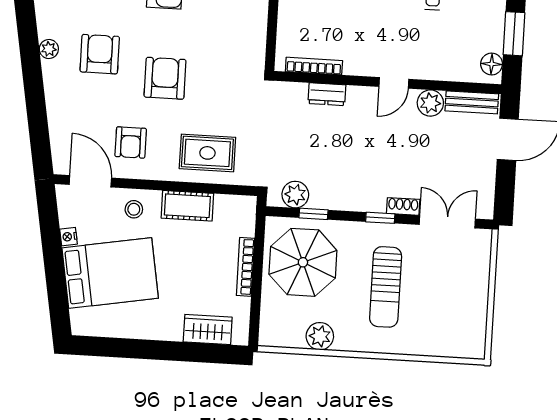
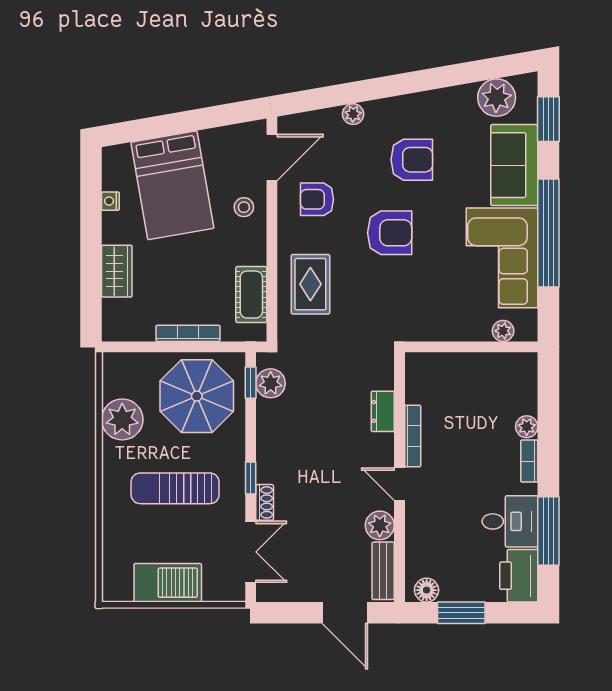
plant: (49, 49) -> (353, 114), moved
bookcase: (314, 66) -> (413, 436), moved
cot: (187, 206) -> (251, 295), moved
window: (314, 214) -> (251, 383), moved
nightstand: (69, 237) -> (110, 201), moved, turned -80
barbecue: (471, 299) -> (168, 583), added
wardrobe: (208, 329) -> (117, 271), moved
plant: (320, 336) -> (122, 419), width x1.36, depth x1.36

